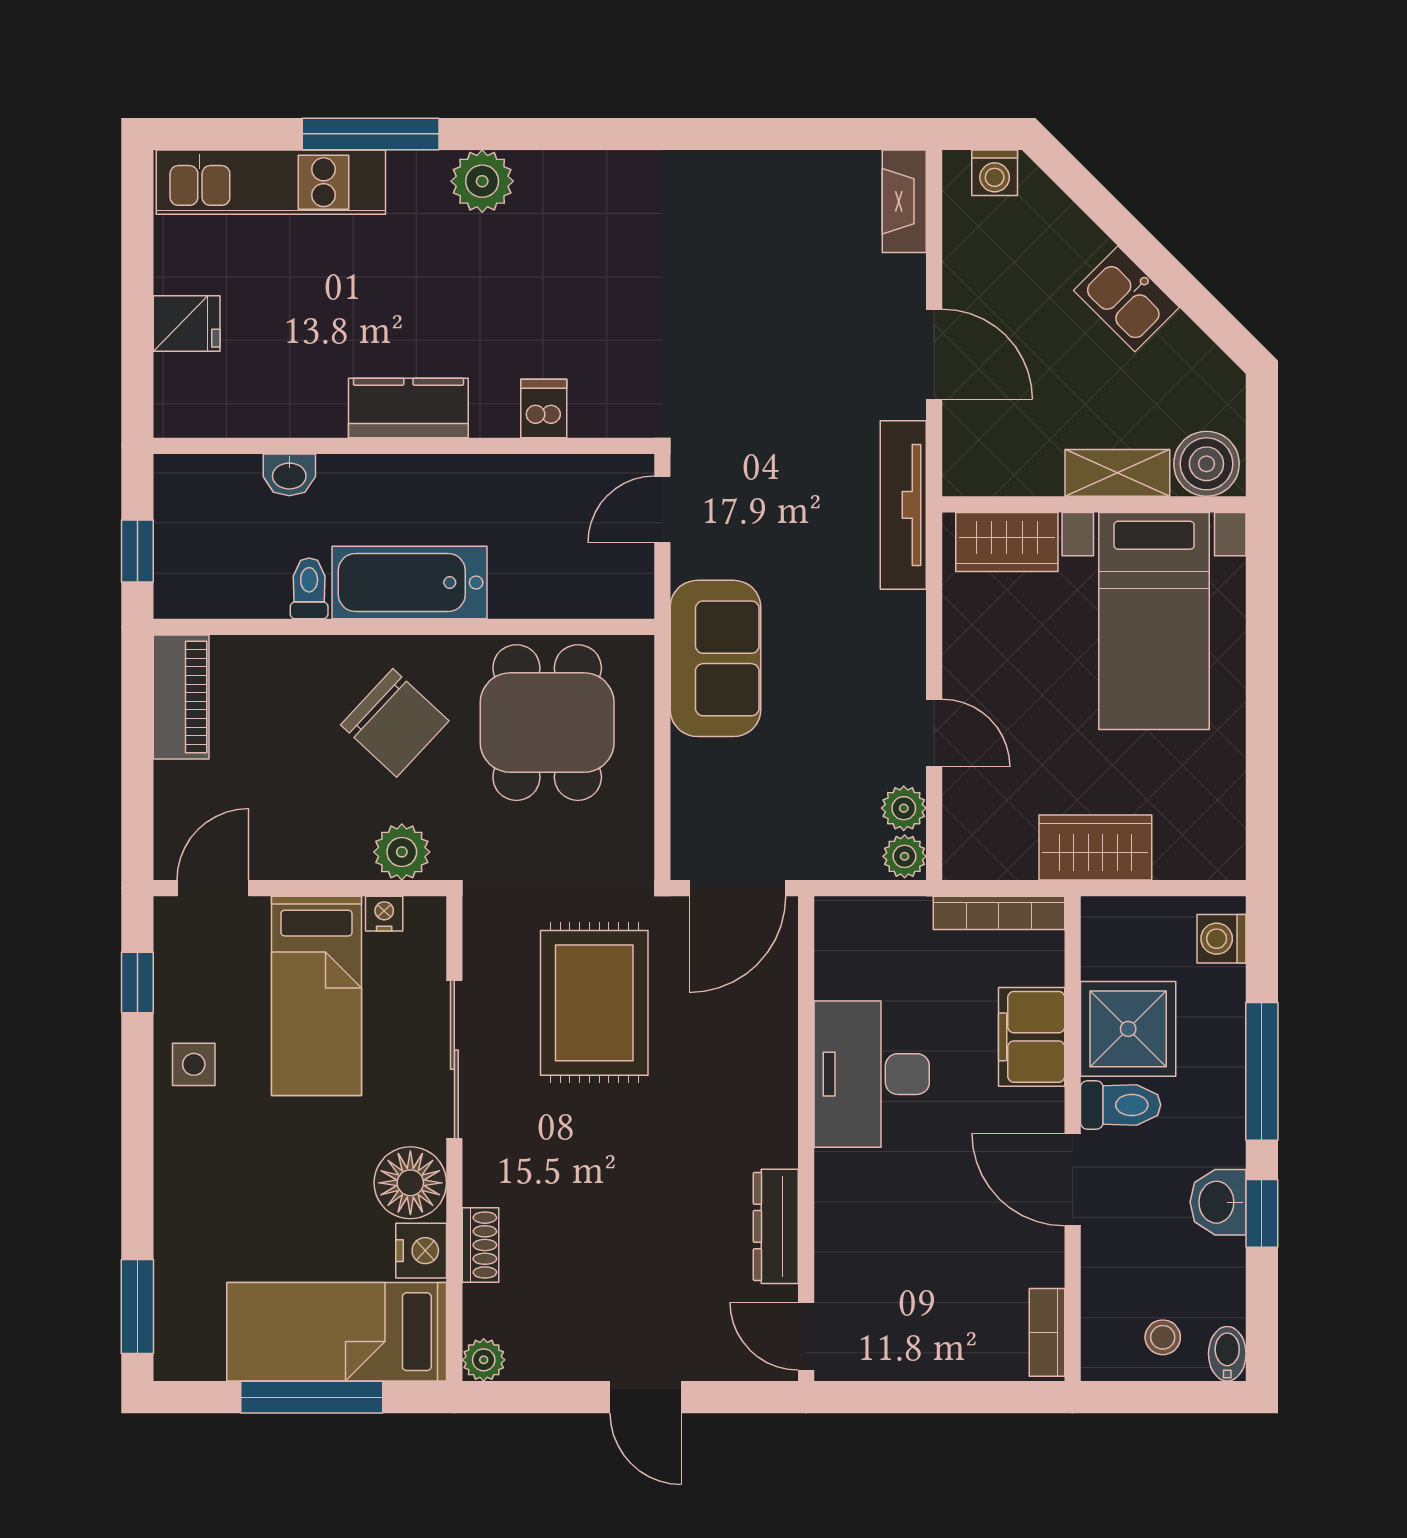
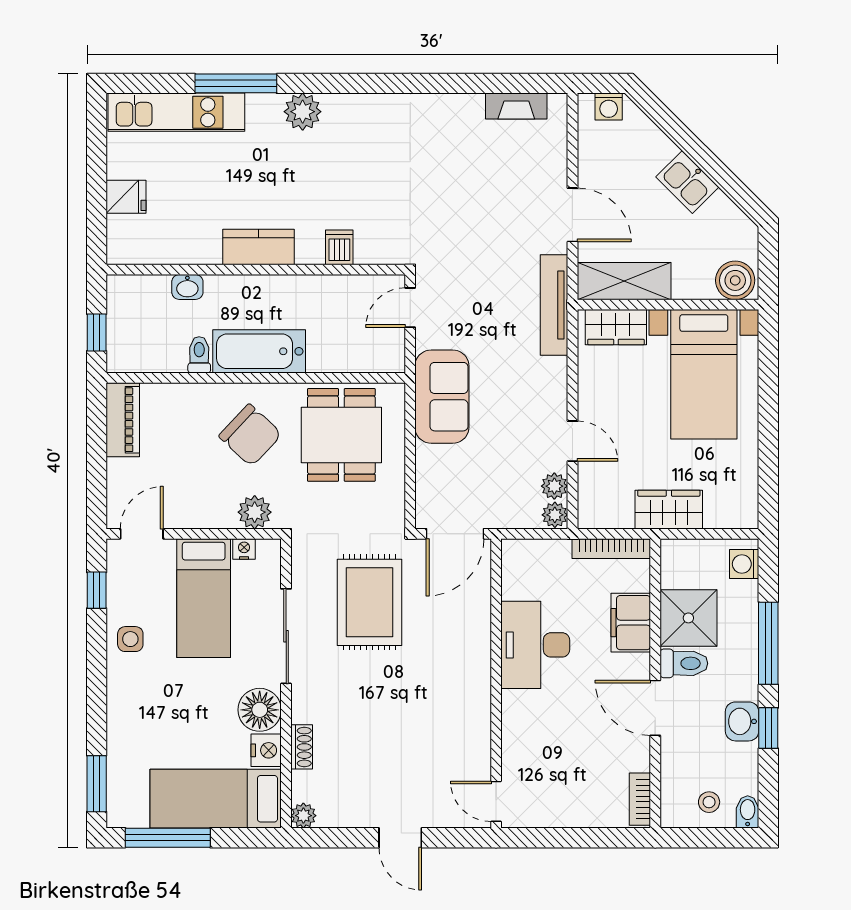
fireplace: (904, 201) -> (516, 106), moved, turned -90
shelving: (1117, 473) -> (624, 281), moved, width x1.50, depth x1.33
dresser: (776, 1226) -> (478, 736), removed
window: (312, 1397) -> (168, 838), moved

